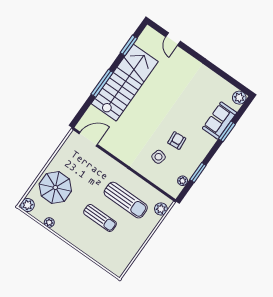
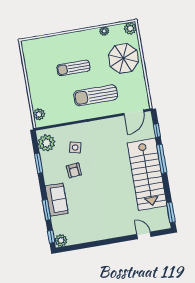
window: (129, 45) -> (171, 212), moved
window: (84, 108) -> (157, 131), added
window: (244, 108) -> (51, 237), added
sofa: (220, 120) -> (57, 200), moved
plant: (183, 181) -> (47, 143), width x1.88, depth x1.88
sun lounger: (126, 200) -> (96, 95), moved

